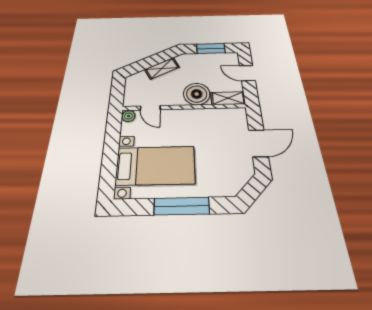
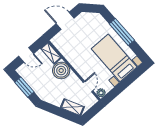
shelving: (162, 68) -> (72, 107), moved
door: (247, 73) -> (26, 55), hinge flipped

